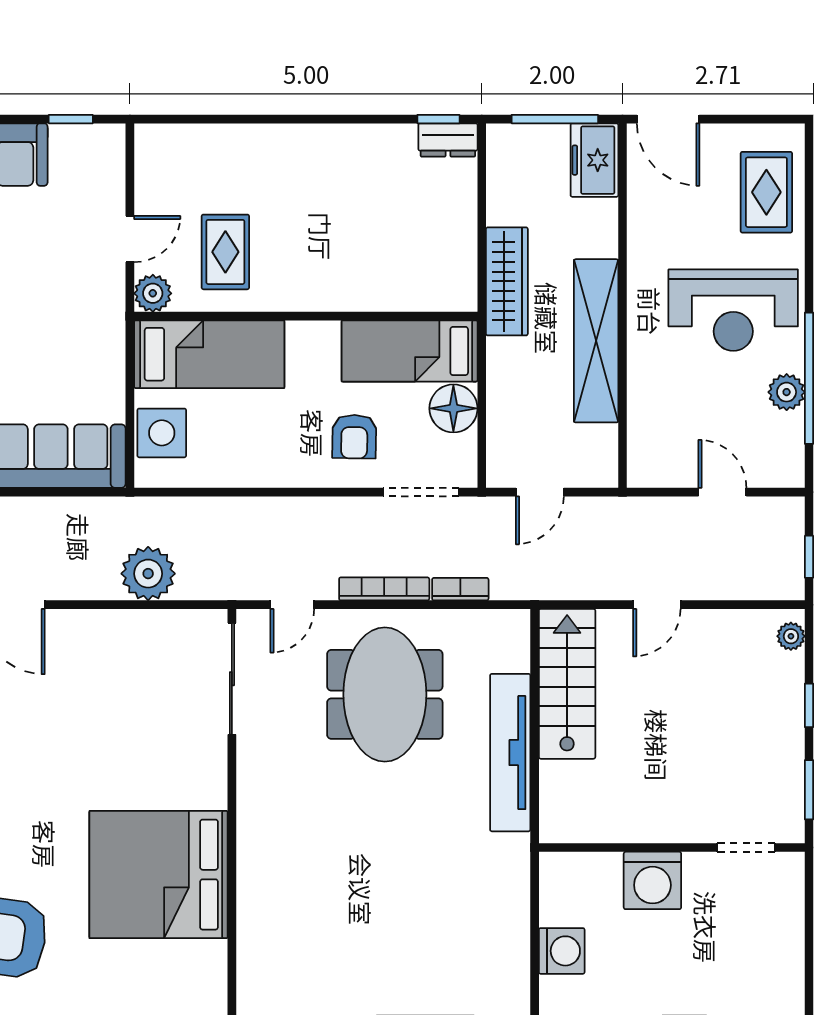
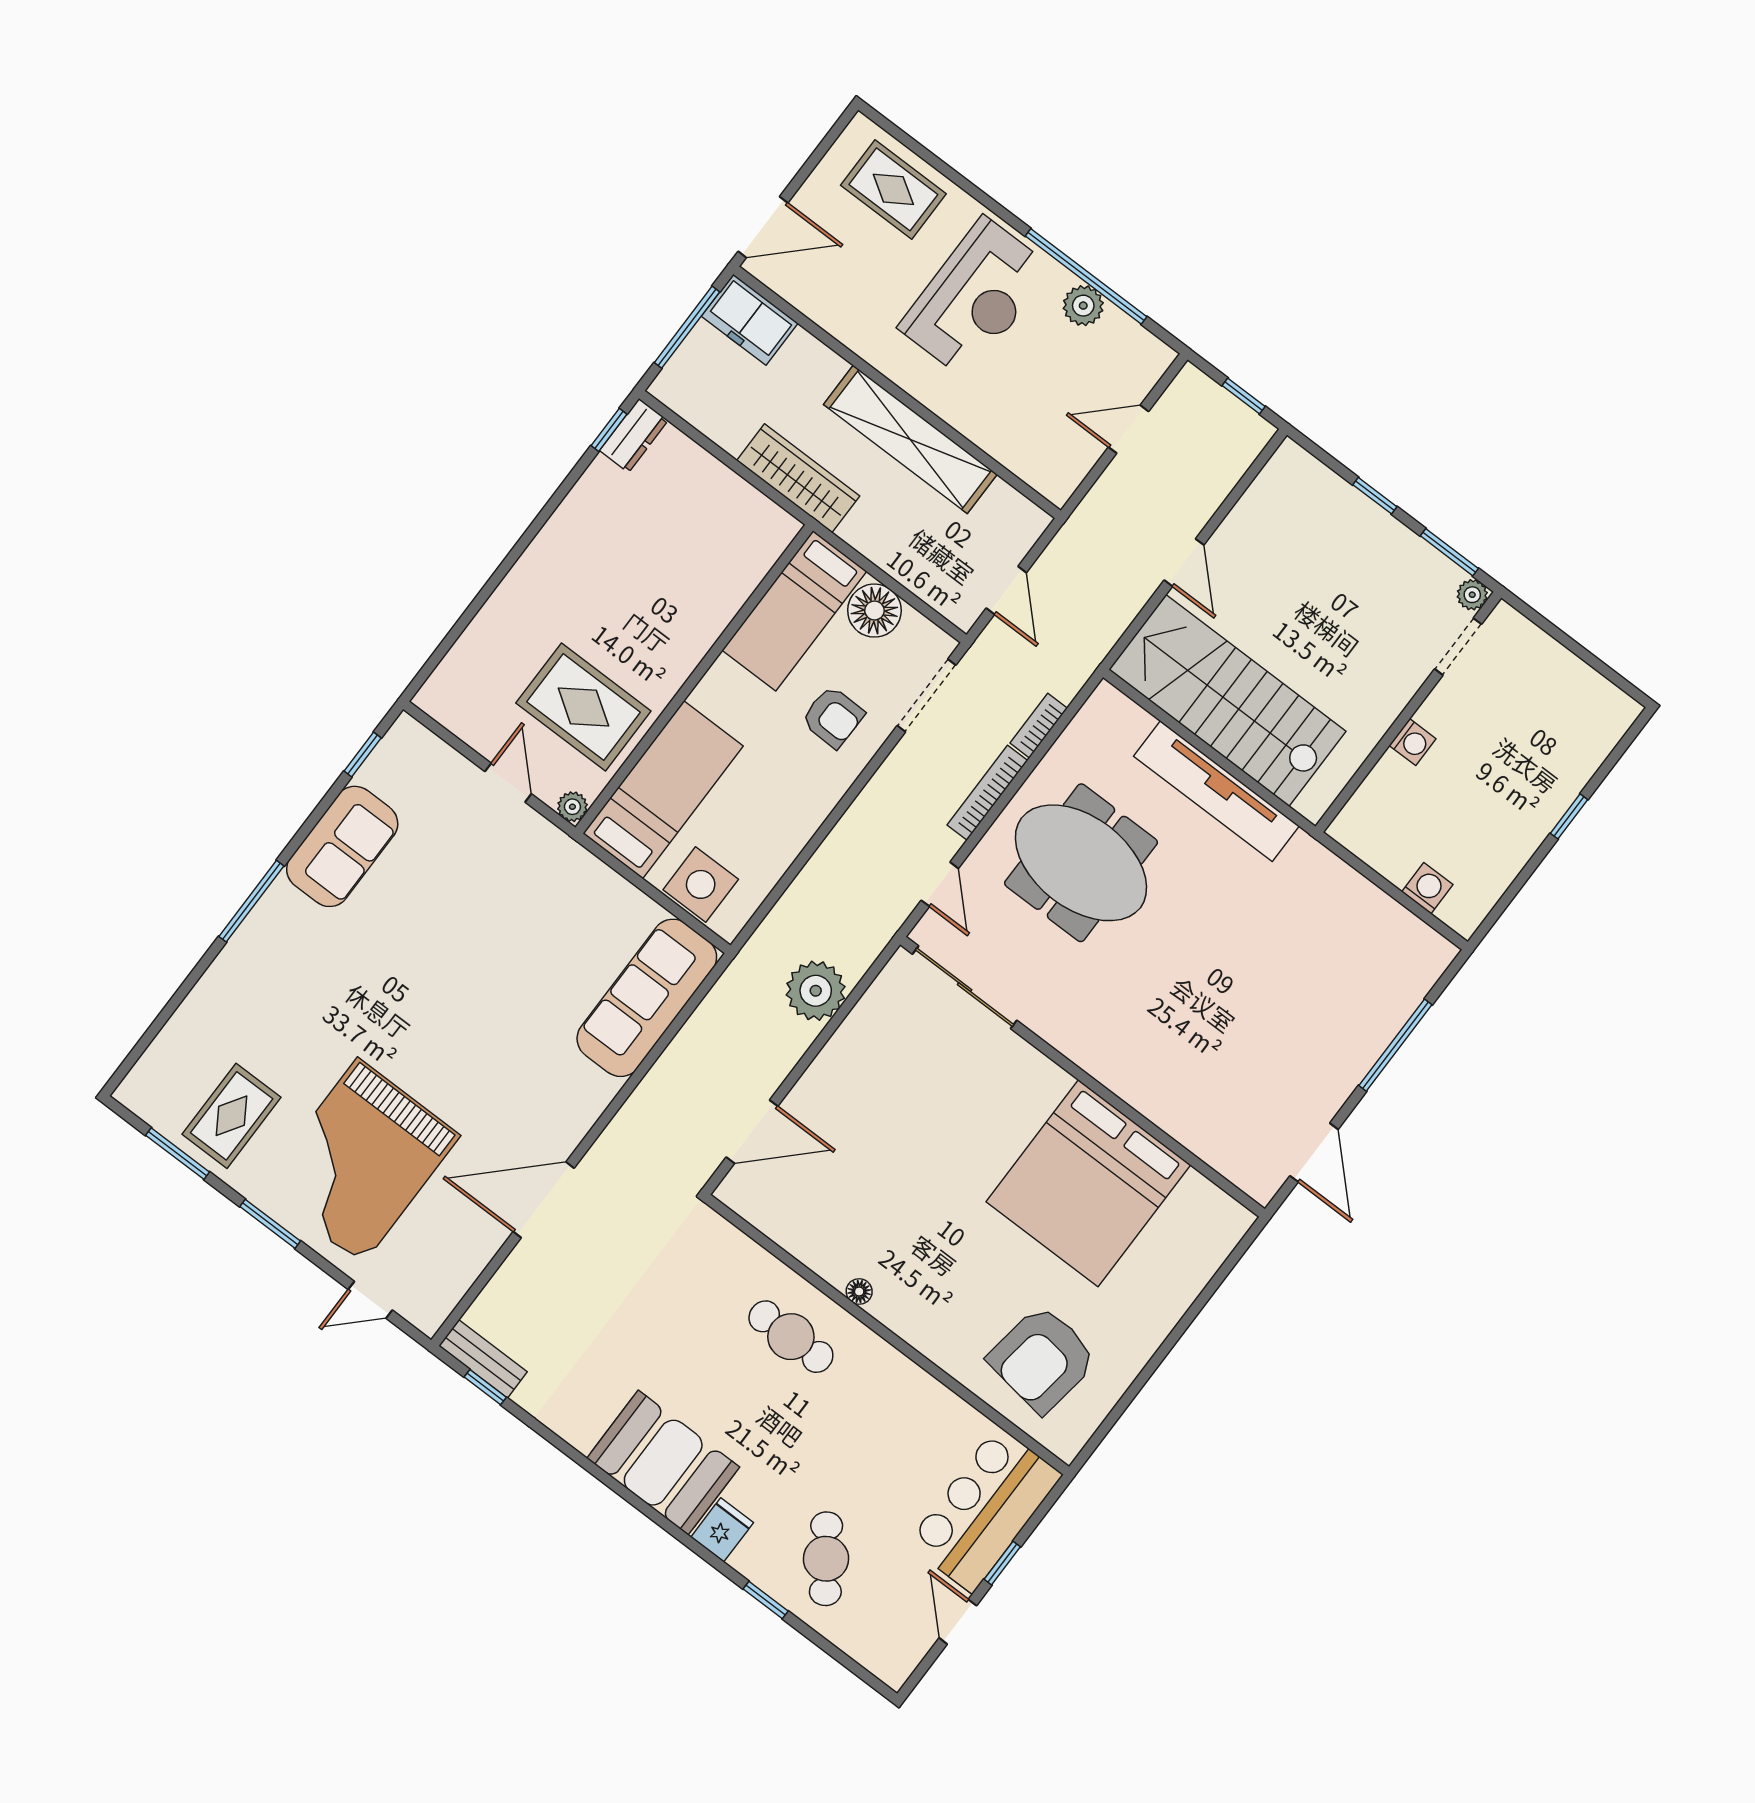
rug: (225, 252) -> (583, 707), width x1.36, depth x1.43
plant: (153, 293) -> (572, 807), width x0.73, depth x0.73
plant: (791, 636) -> (1472, 595), moved
stairs: (567, 684) -> (1227, 700), width x1.36, depth x1.51
washing machine: (652, 880) -> (1413, 742), width x0.53, depth x0.53
washing machine: (562, 951) -> (1427, 888), width x0.73, depth x0.73

